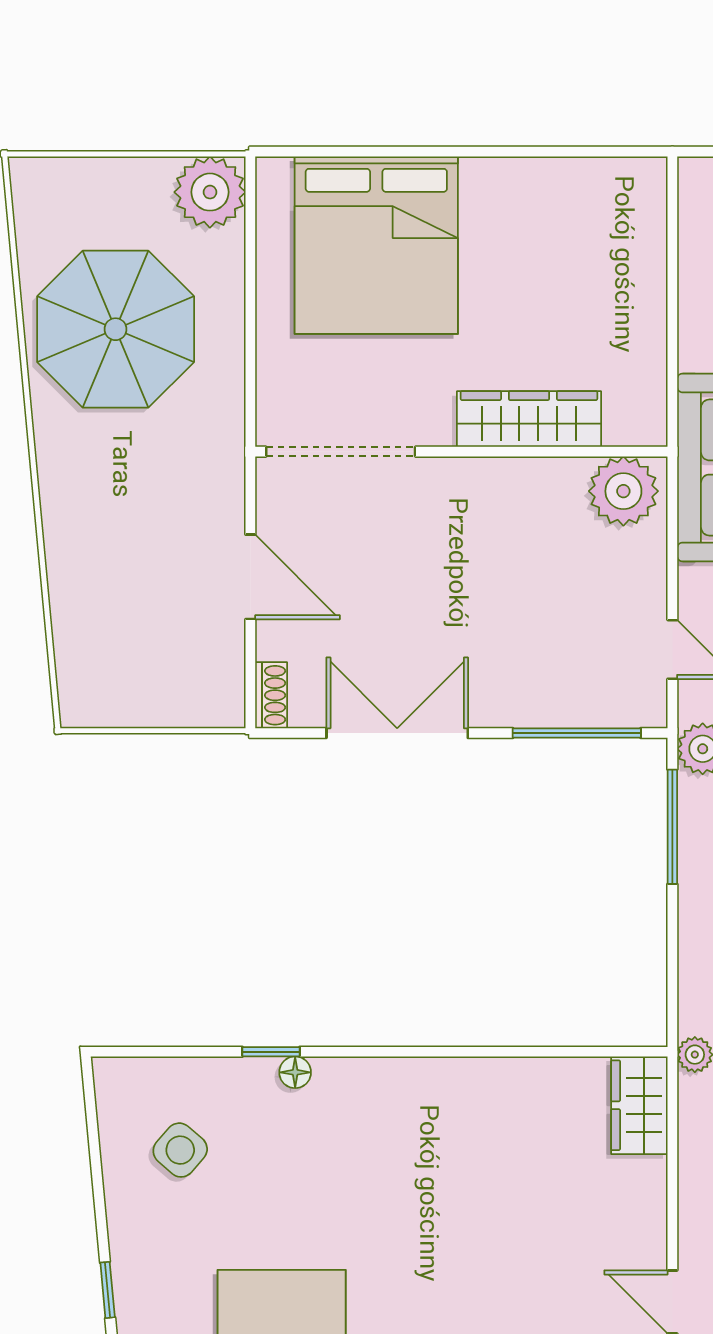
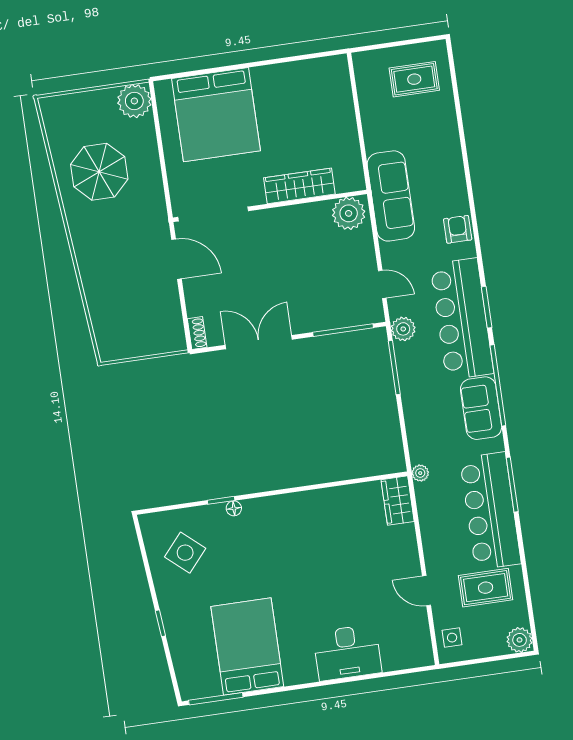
parasol: (116, 329) -> (99, 172), width x0.73, depth x0.73
door: (250, 577) -> (176, 259), moved
side table: (180, 1150) -> (185, 553), width x1.37, depth x1.37

